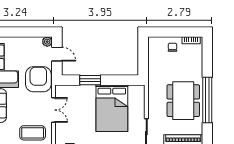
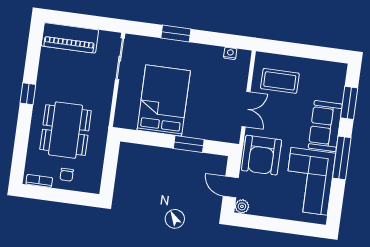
window: (207, 100) -> (28, 94), width x0.32
dining table: (183, 101) -> (66, 130), moved
double door: (54, 110) -> (246, 109), swing flipped

